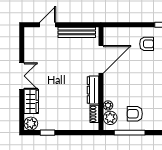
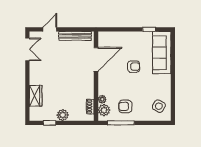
armchair: (147, 44) -> (134, 67), moved
double door: (22, 76) -> (27, 49), moved
dresser: (93, 90) -> (89, 86), removed
plant: (31, 124) -> (63, 115), moved

